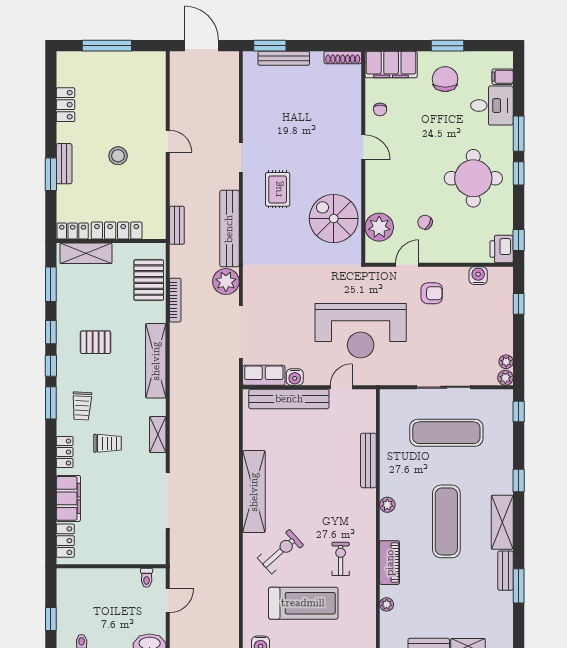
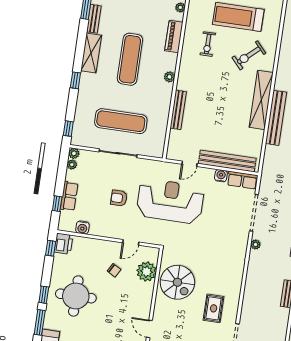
bench: (229, 229) -> (276, 118), moved
plant: (226, 282) -> (255, 245), width x0.53, depth x0.53
armchair: (432, 293) -> (119, 198), moved
row of seats: (503, 317) -> (69, 196), added

